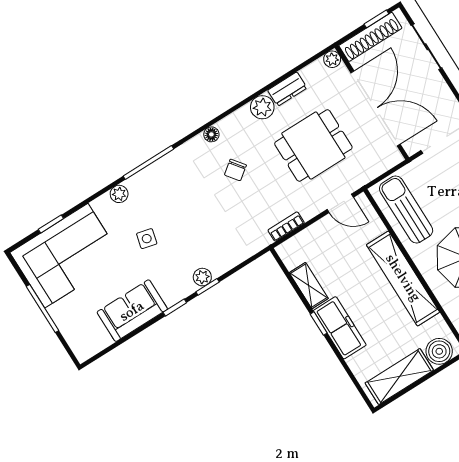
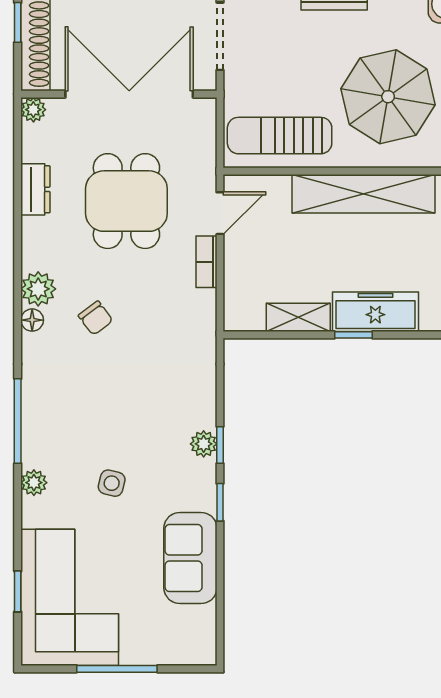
plant: (262, 107) -> (38, 289), moved
bookcase: (286, 227) -> (206, 262), moved

